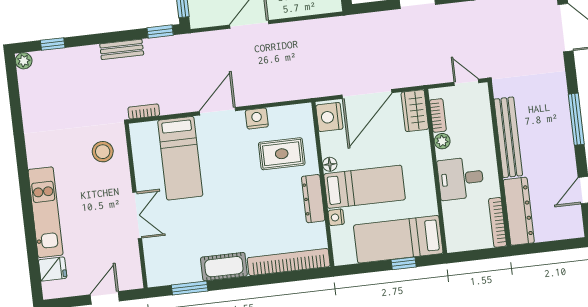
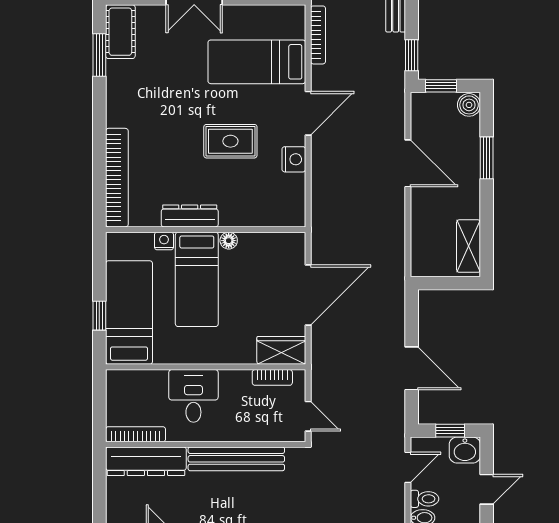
door: (466, 82) -> (308, 416), hinge flipped
door: (367, 94) -> (308, 295), swing flipped
bookcase: (144, 111) -> (318, 35), width x1.56
door: (218, 111) -> (308, 113), hinge flipped
nightstand: (329, 117) -> (285, 247), removed
plant: (442, 141) -> (241, 379), removed
rug: (282, 154) -> (230, 141), moved, turned 90
cot: (224, 267) -> (120, 32), moved

